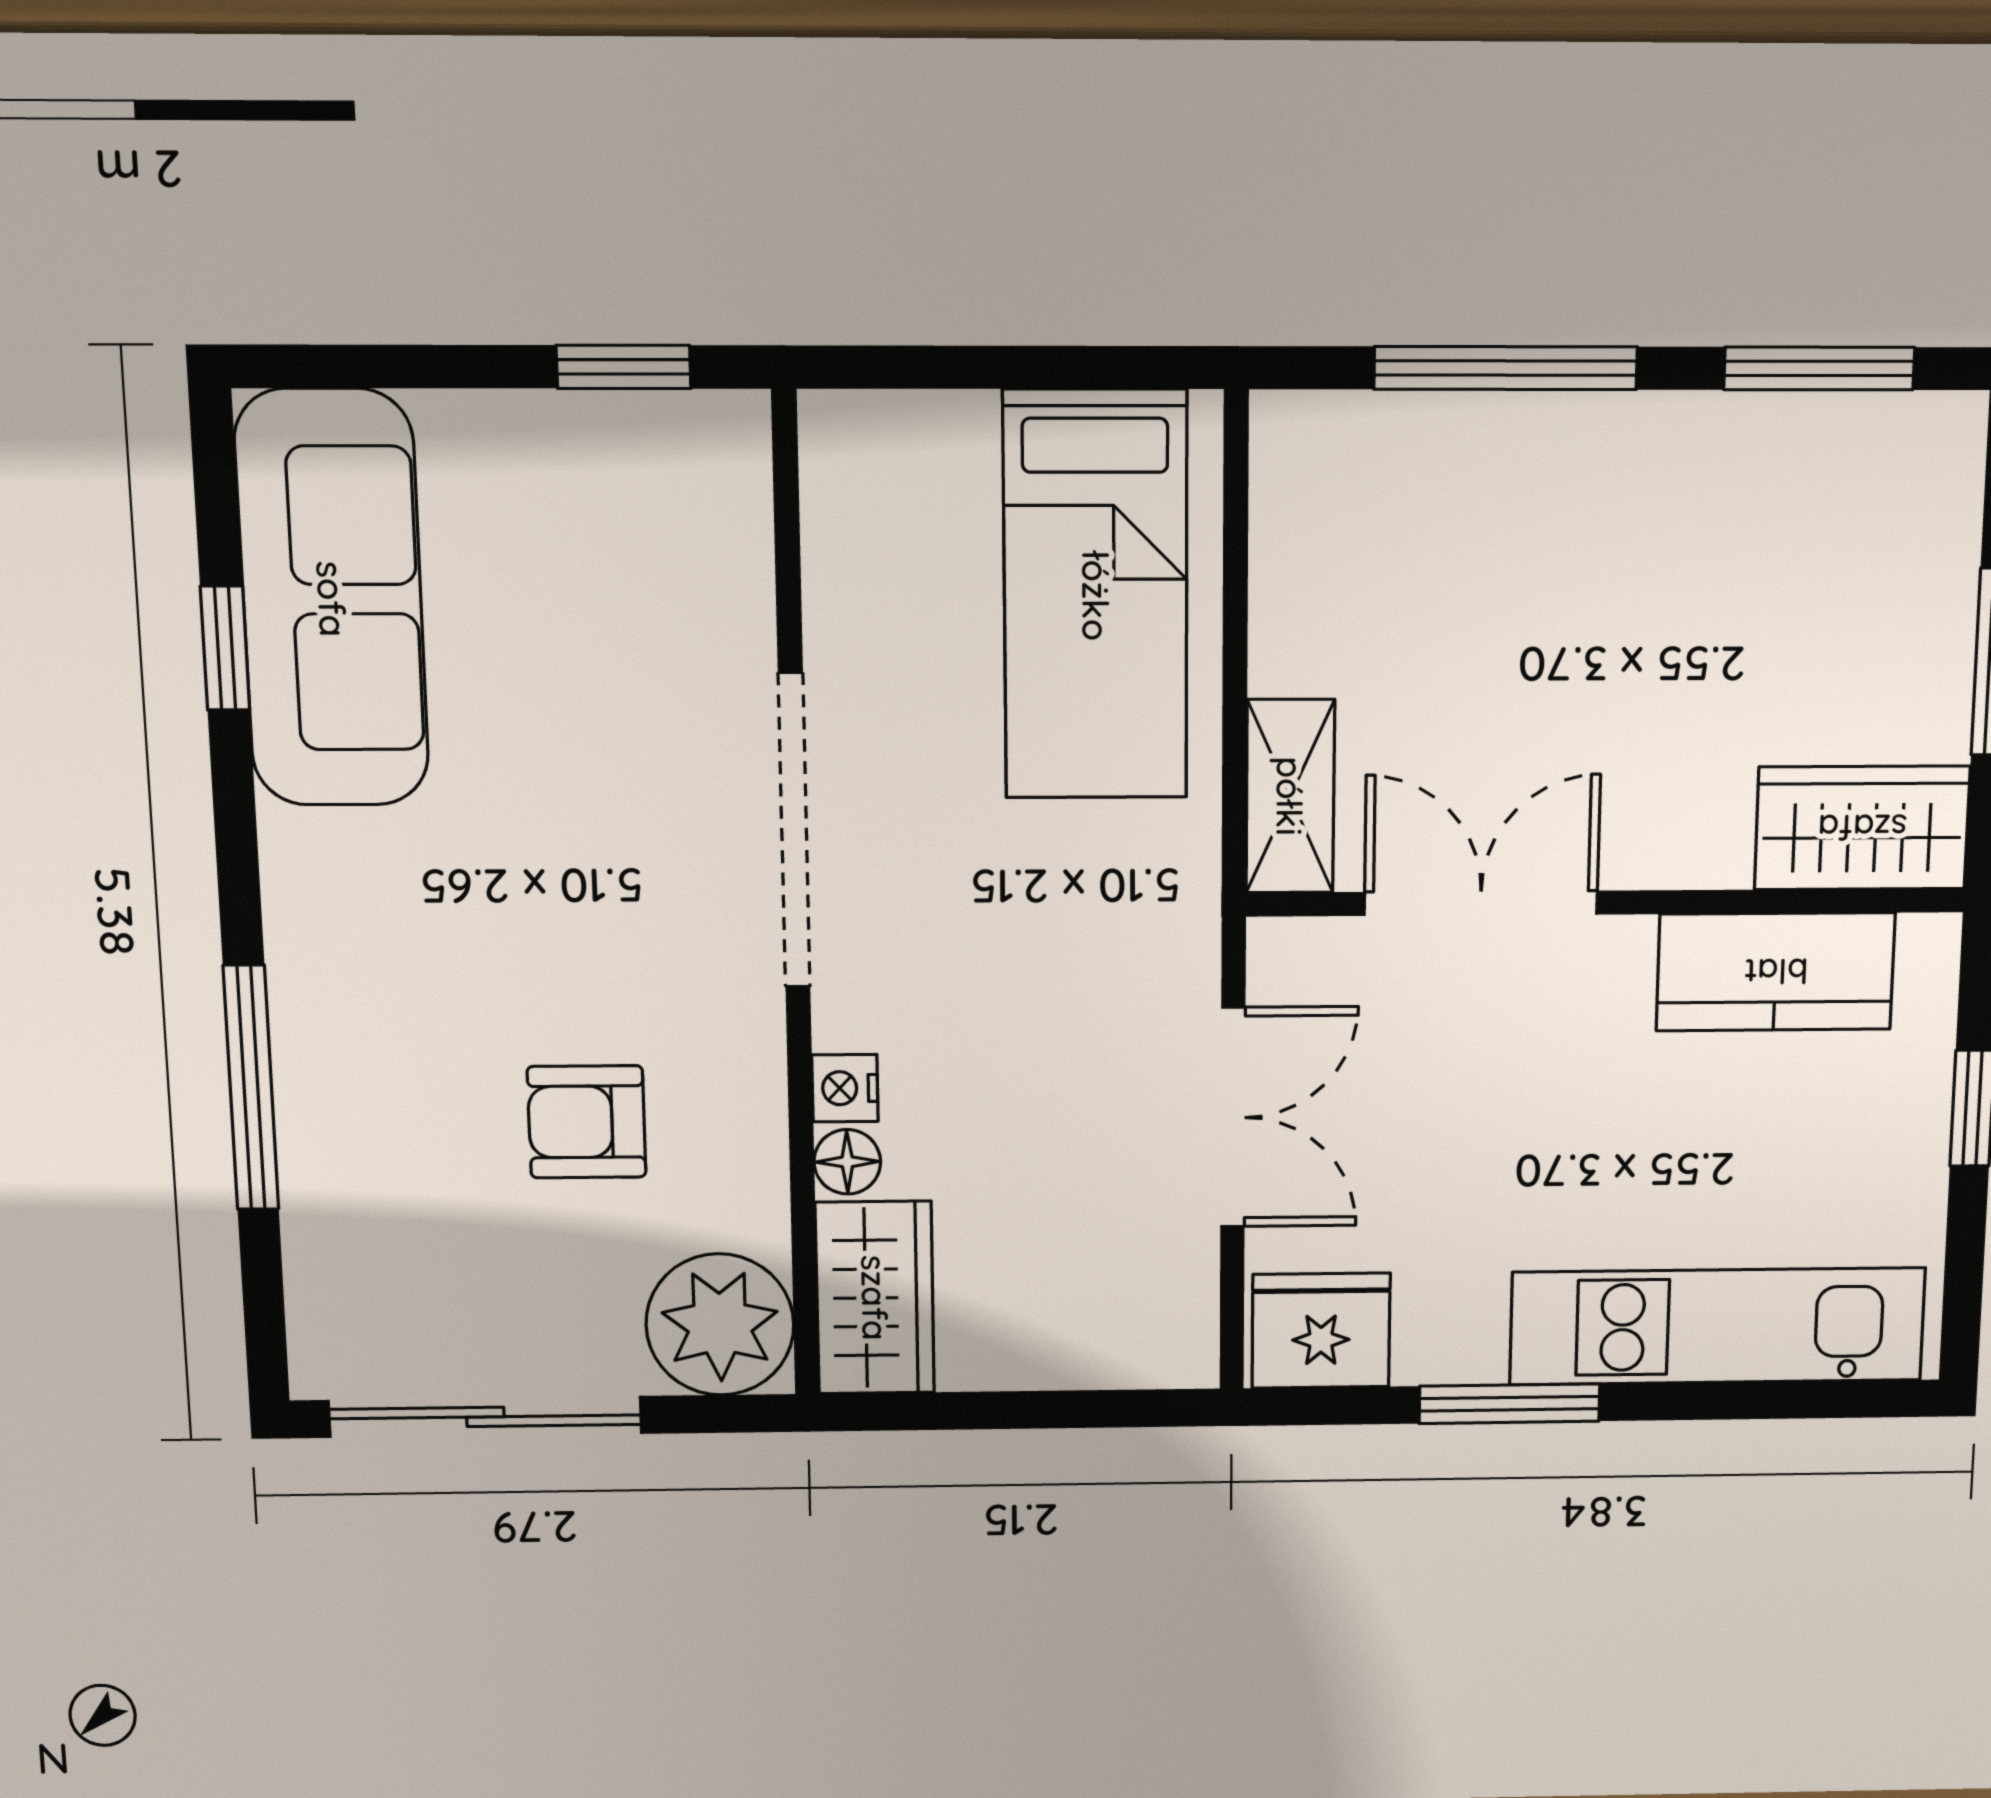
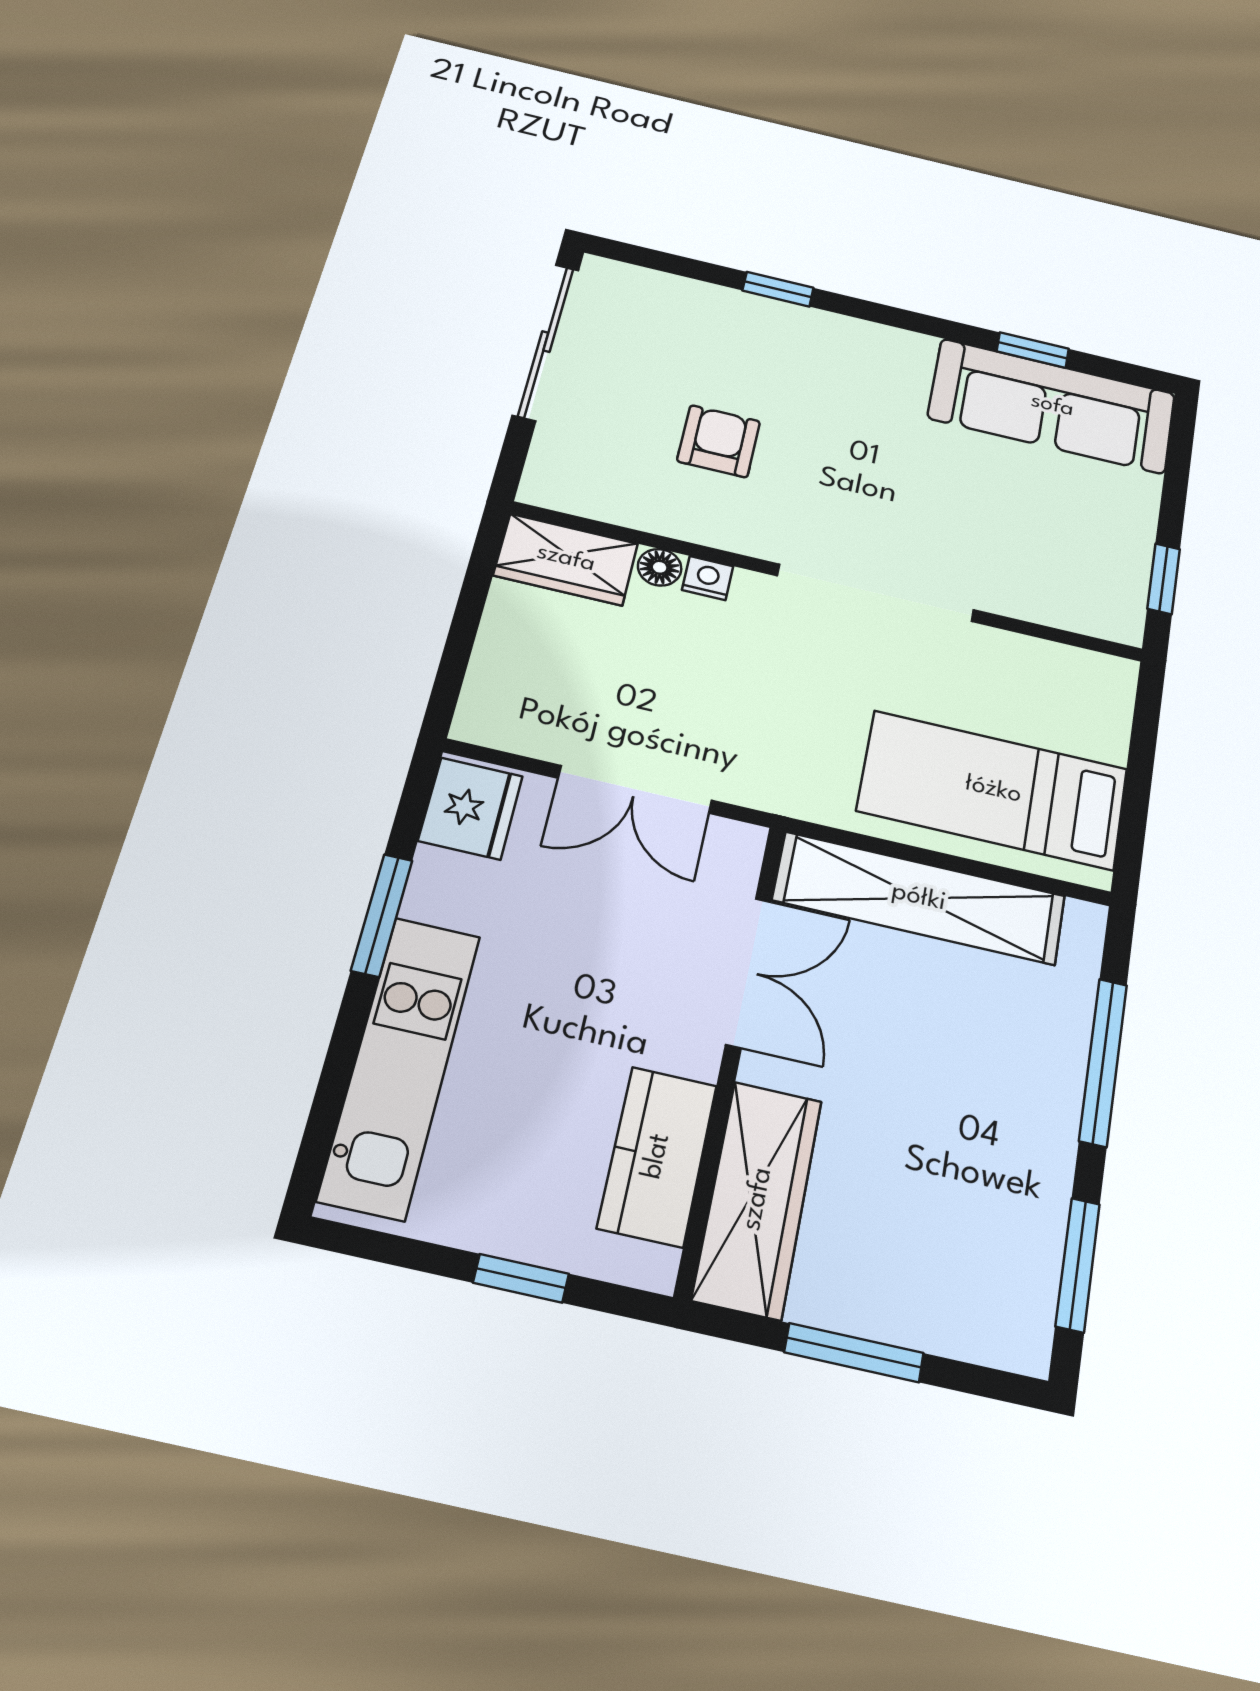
shelving: (1290, 796) -> (919, 898), width x2.20, depth x1.33
wardrobe: (1862, 828) -> (758, 1199), width x1.50
window: (251, 1088) -> (778, 289), width x0.46
plant: (720, 1325) -> (571, 474), removed

